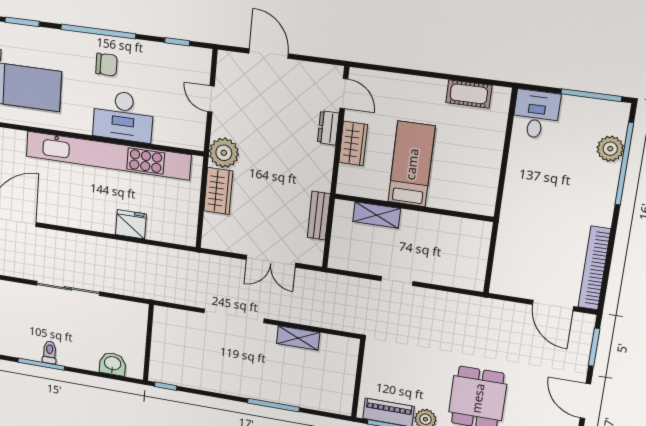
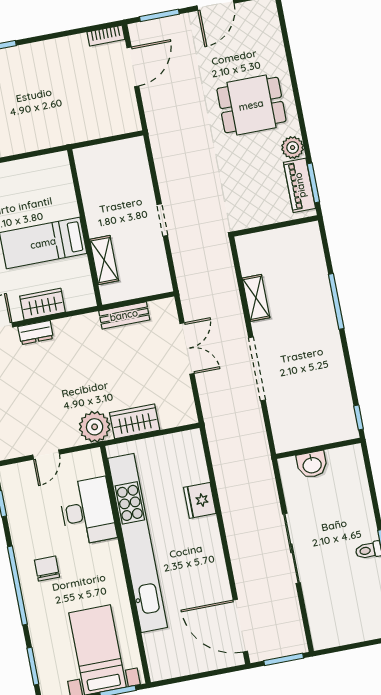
desk: (123, 116) -> (87, 511), moved
bookcase: (594, 268) -> (106, 36), width x0.43, depth x0.76
washbasin: (113, 364) -> (312, 465), moved, turned -90

